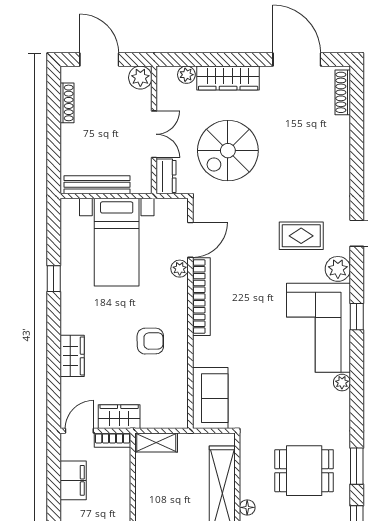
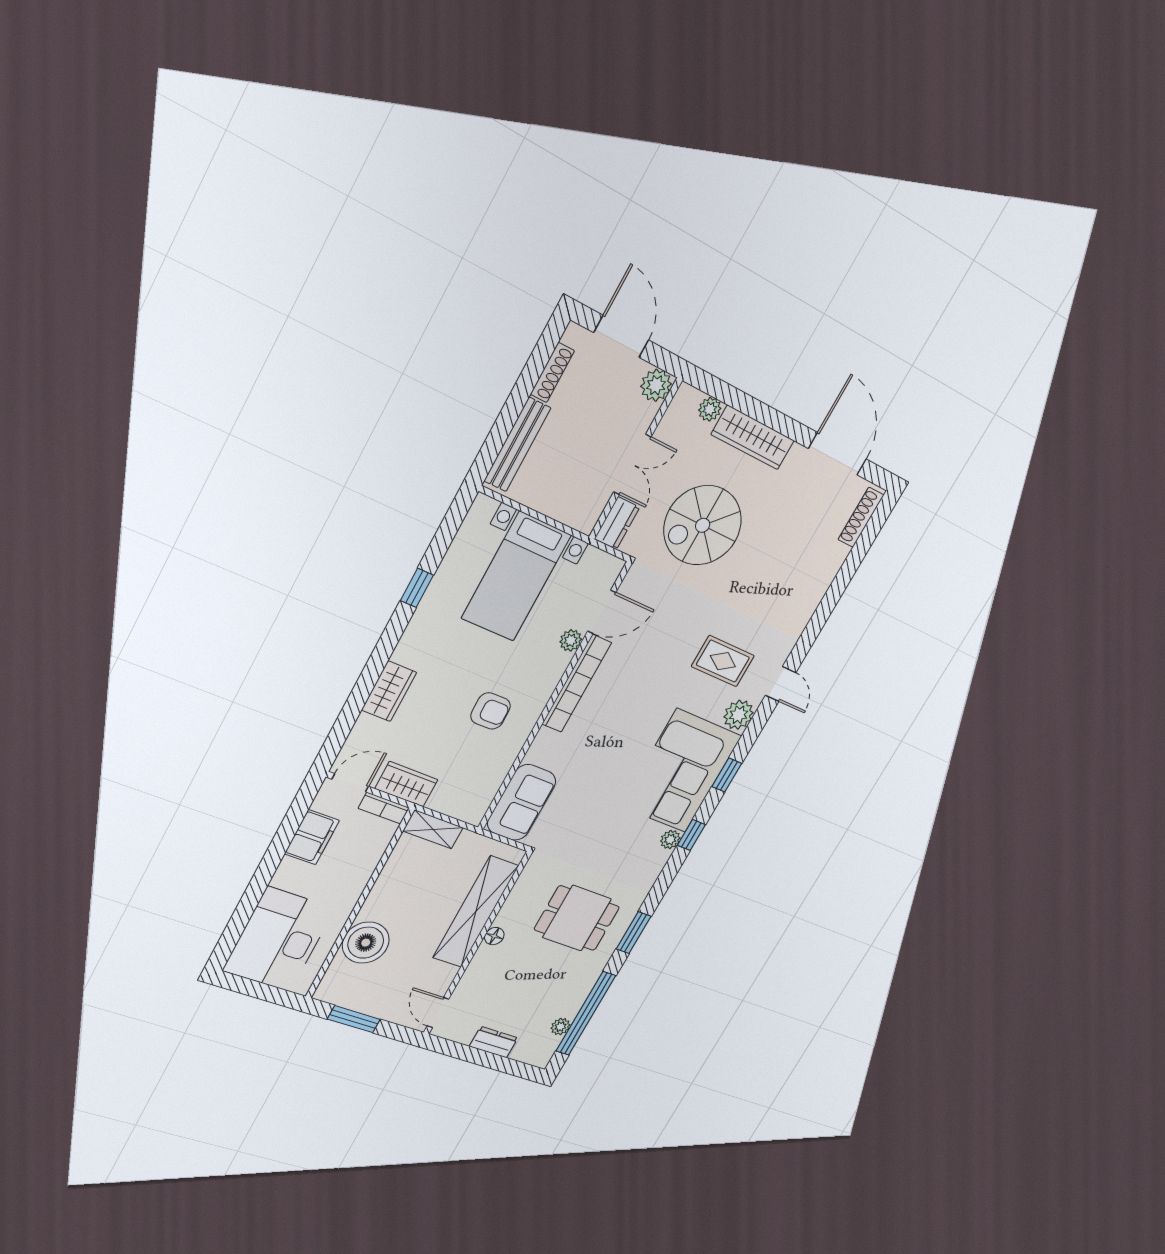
bench: (97, 185) -> (517, 445), moved, turned 90
window: (357, 373) -> (691, 835), added

